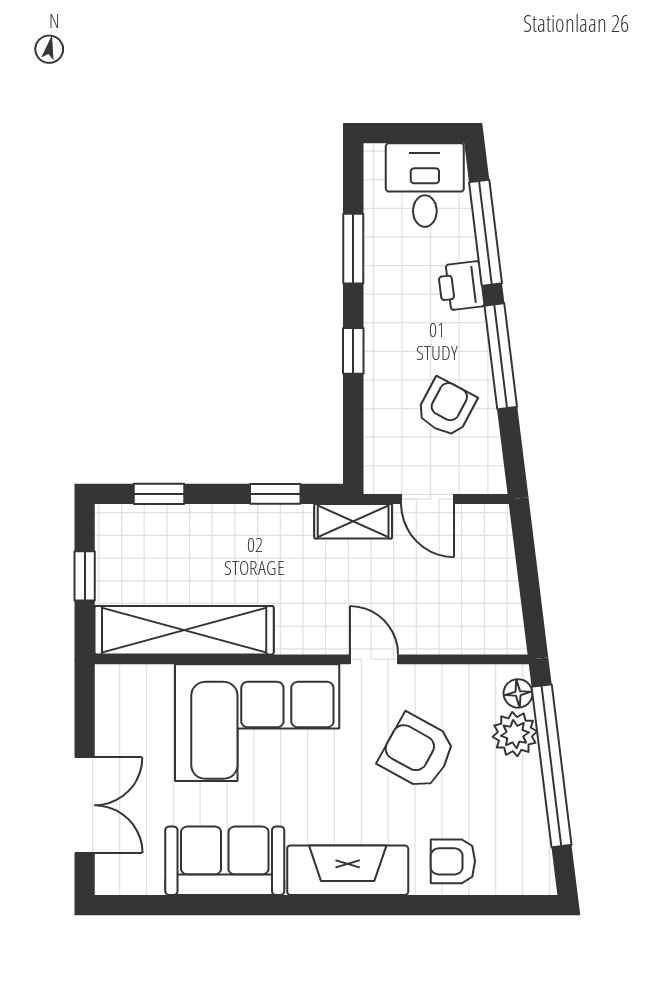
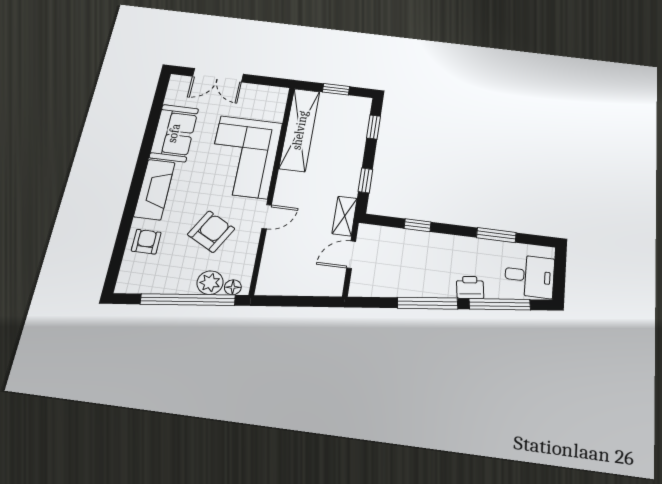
window: (353, 351) -> (418, 225), moved
armchair: (446, 407) -> (402, 271), removed

